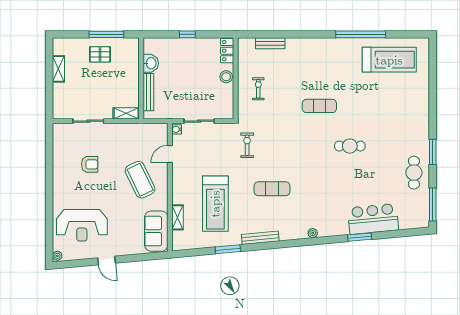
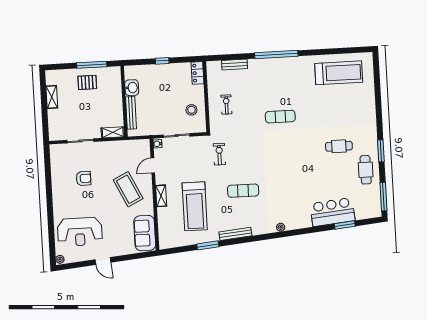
window: (361, 34) -> (276, 54), moved
stool: (226, 77) -> (191, 110), moved
cafe table: (350, 146) -> (339, 146), moved
shelving: (178, 217) -> (161, 196), moved
window: (360, 237) -> (345, 225), moved

